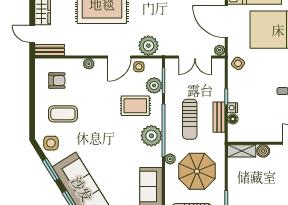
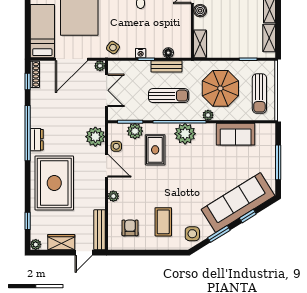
bench: (50, 50) -> (100, 230), width x1.36
nightstand: (232, 108) -> (141, 53), moved
boiler: (263, 151) -> (200, 11), moved

